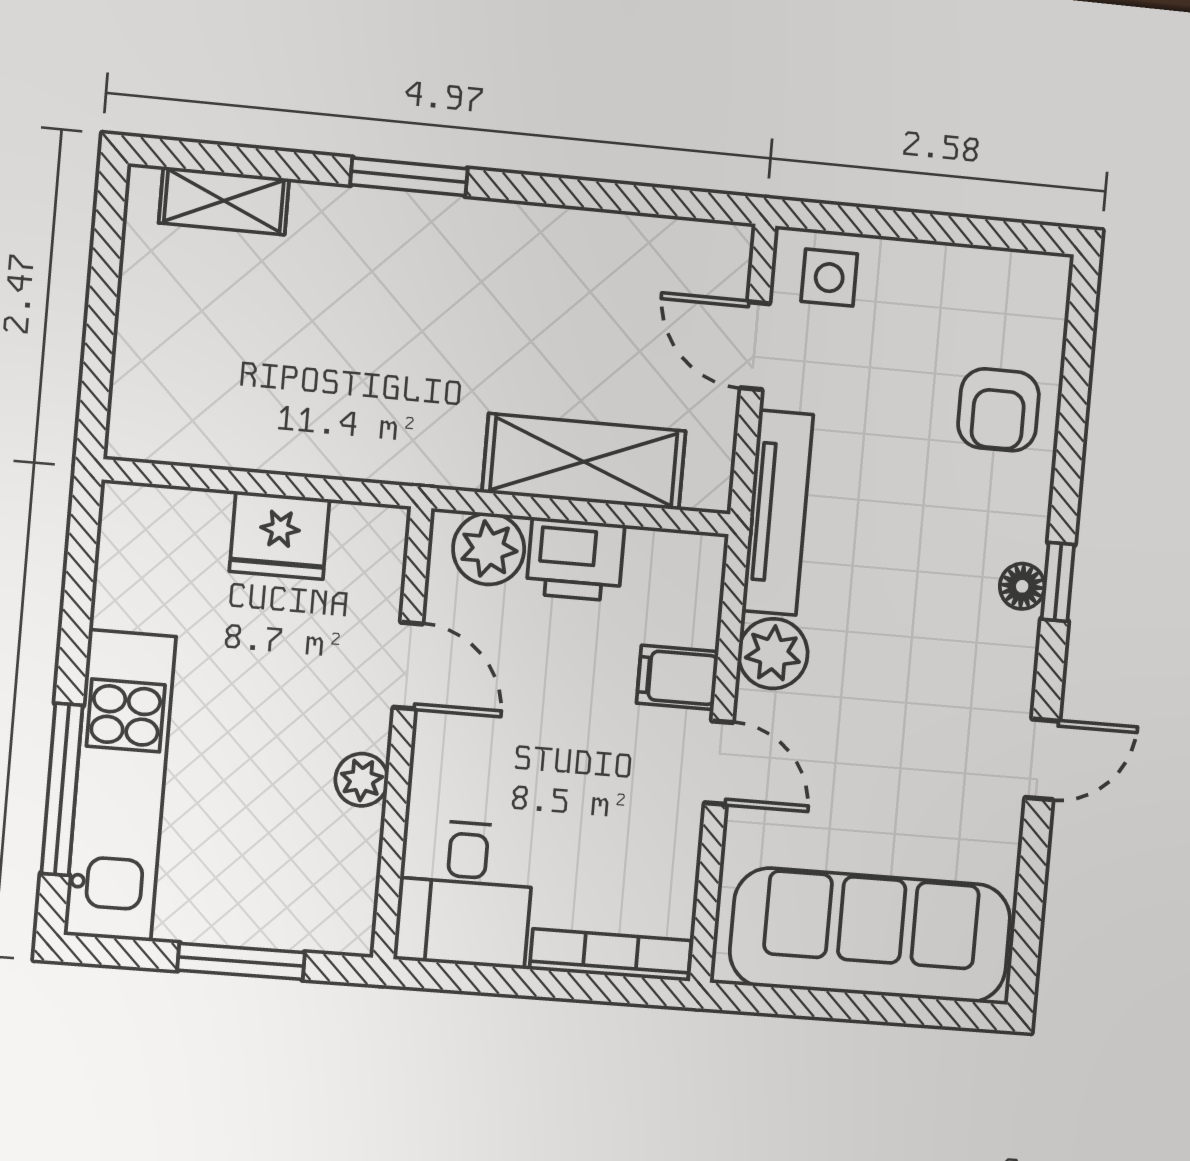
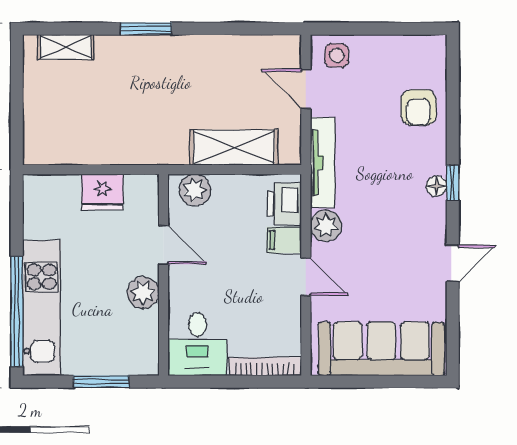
printer: (575, 559) -> (284, 204), moved, turned 90
plant: (362, 780) -> (143, 293), width x1.38, depth x1.38
window: (62, 789) -> (17, 312), width x1.46

